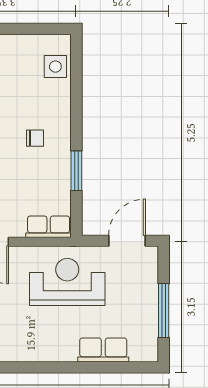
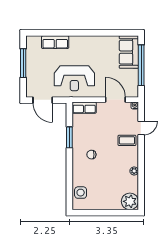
door: (127, 241) -> (43, 100), hinge flipped

